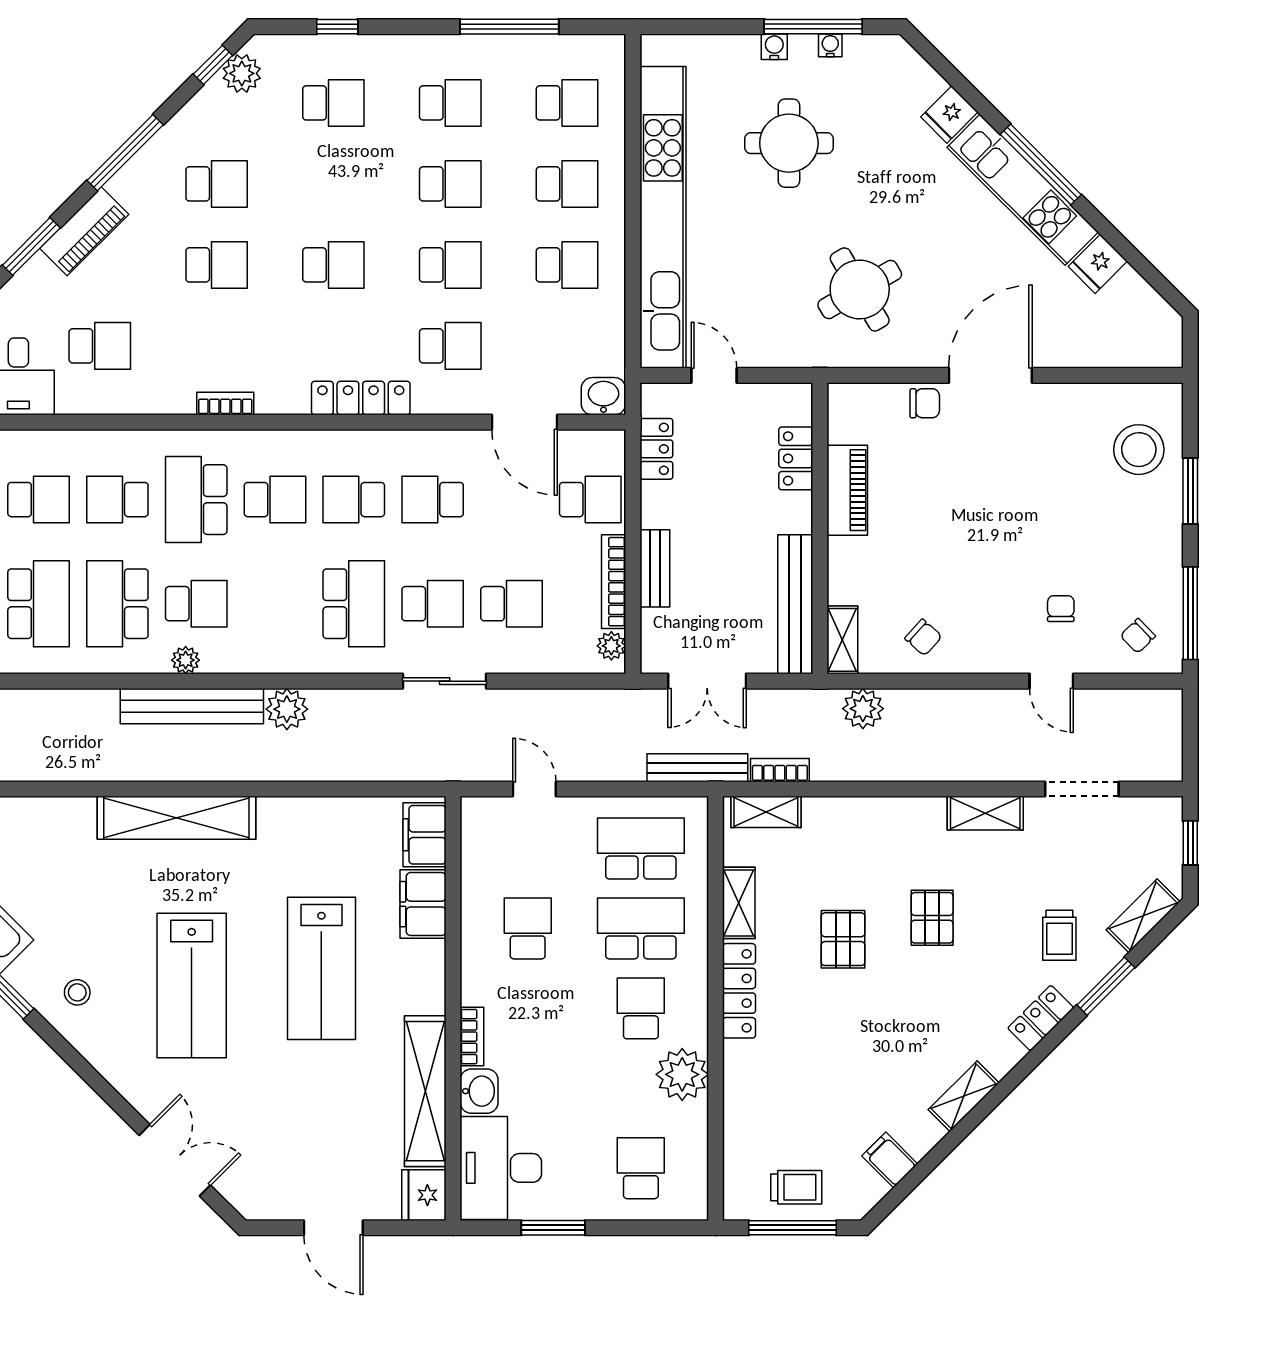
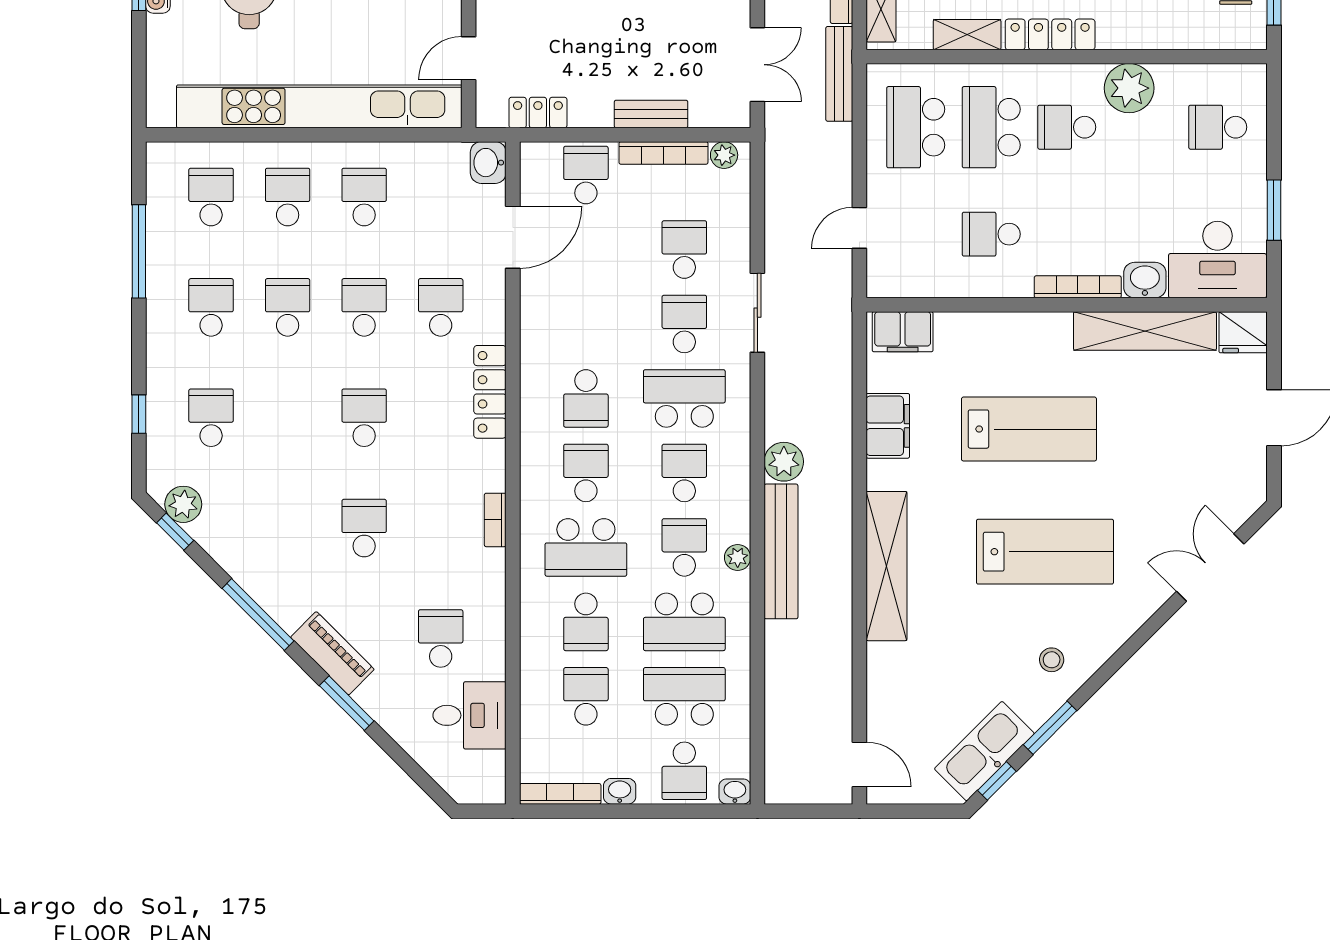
school desk: (217, 184) -> (288, 528), removed
school desk: (433, 500) -> (684, 473), moved, turned 180
filing cabinet: (423, 904) -> (888, 426), moved, turned -90
bookcase: (472, 1037) -> (1078, 287), width x1.56

